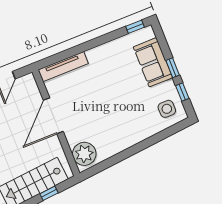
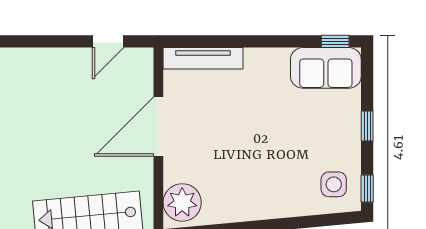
sofa: (153, 62) -> (326, 68), moved, turned -90
window: (182, 92) -> (367, 188), moved

